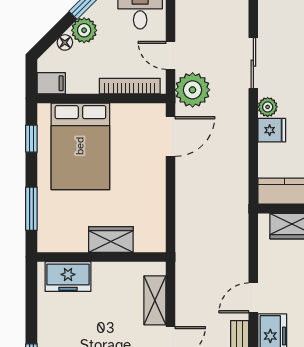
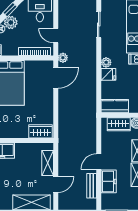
sliding door: (253, 63) -> (99, 24), moved
plant: (193, 90) -> (63, 58), width x0.53, depth x0.53
wardrobe: (111, 240) -> (41, 131), moved

